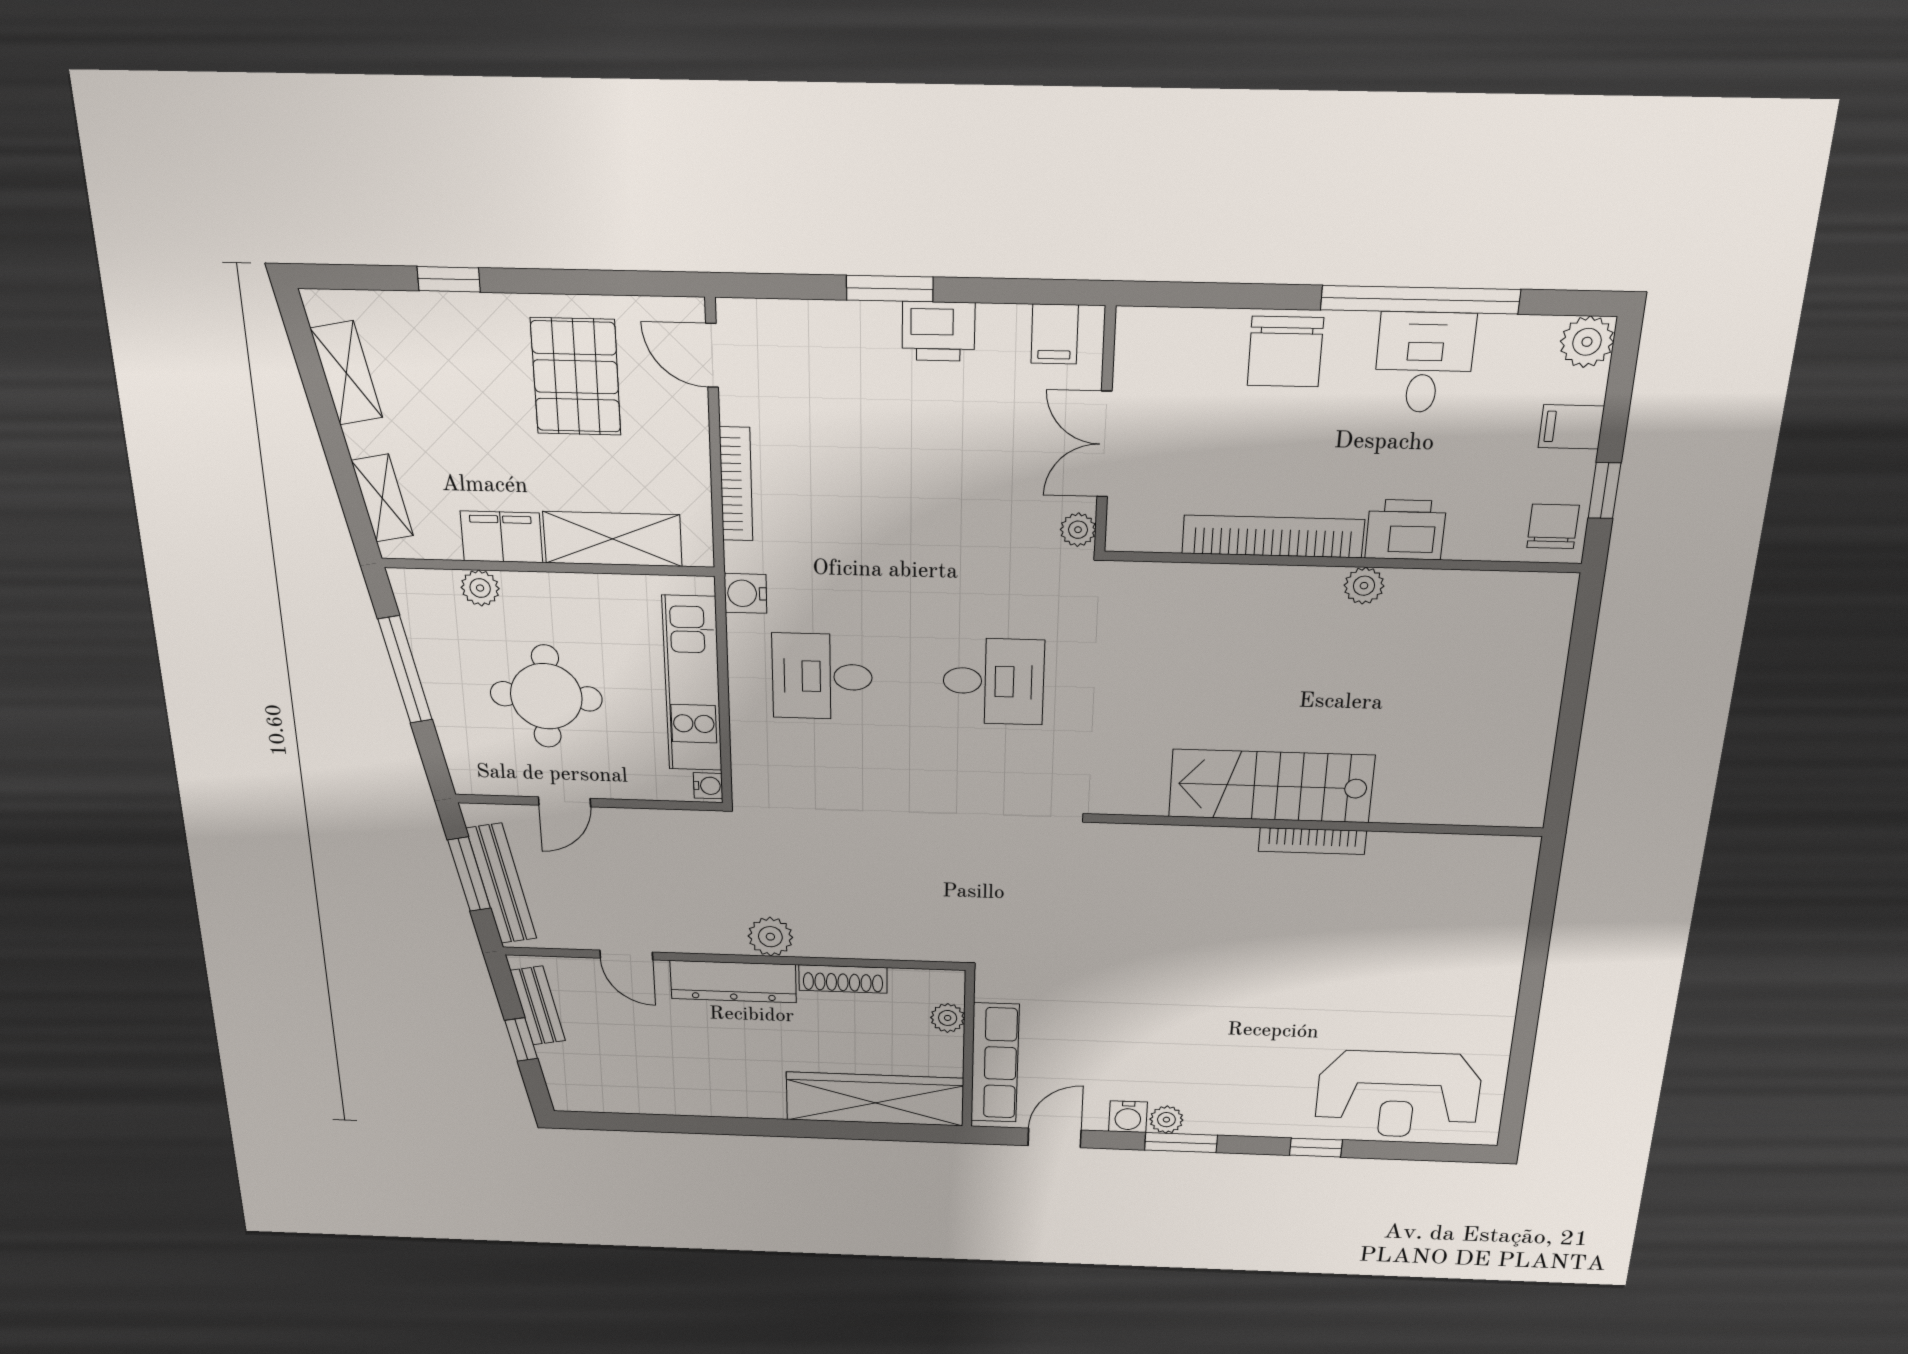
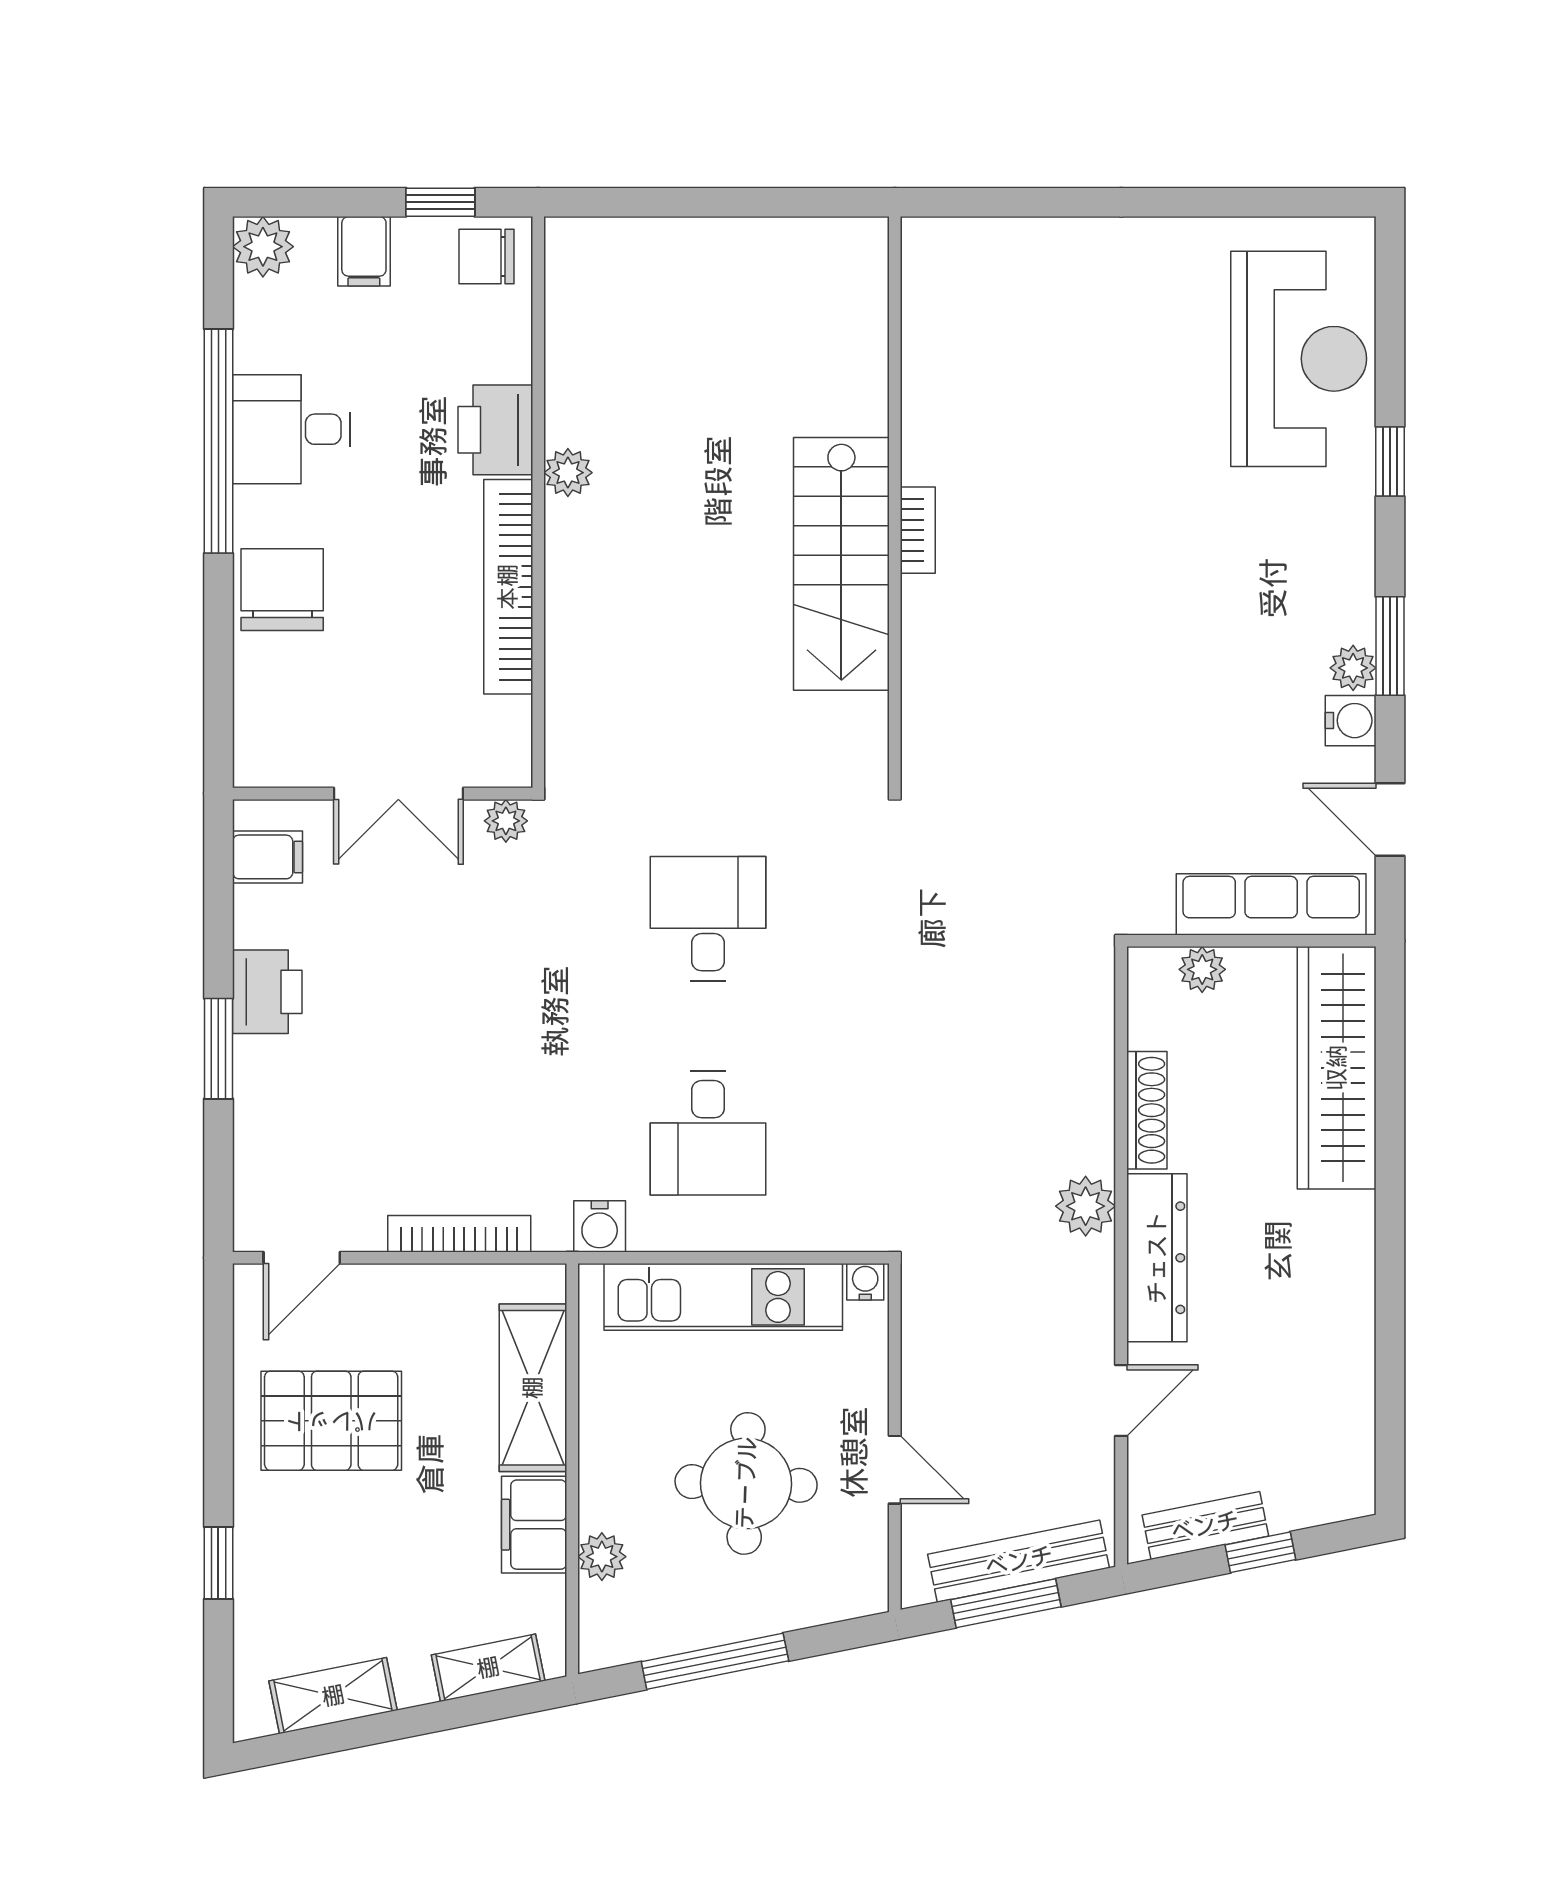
chair: (1285, 352) -> (282, 590), turned -90
bookcase: (1312, 841) -> (918, 530), width x0.64

